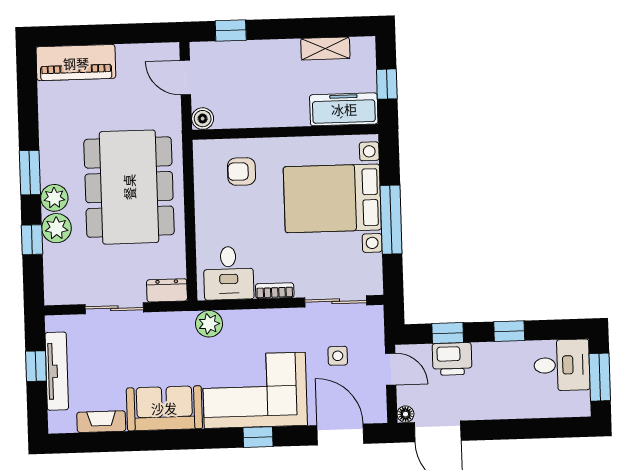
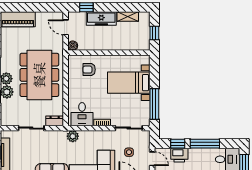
freezer: (344, 109) -> (101, 19), moved, turned 180
bed with nightstands: (332, 198) -> (129, 83), width x0.73
window: (391, 220) -> (154, 104), moved
window: (509, 331) -> (205, 144), width x2.17

